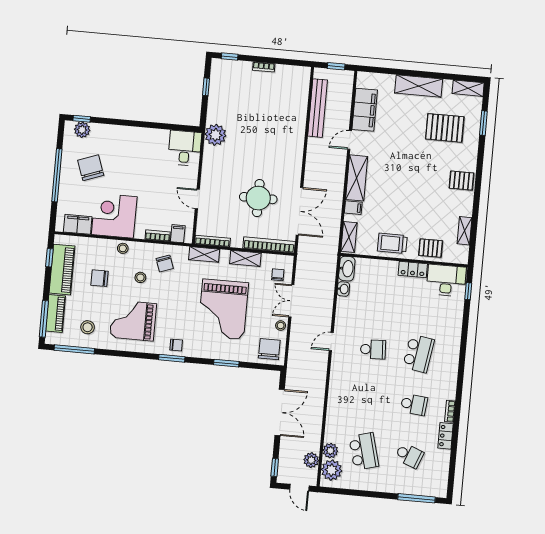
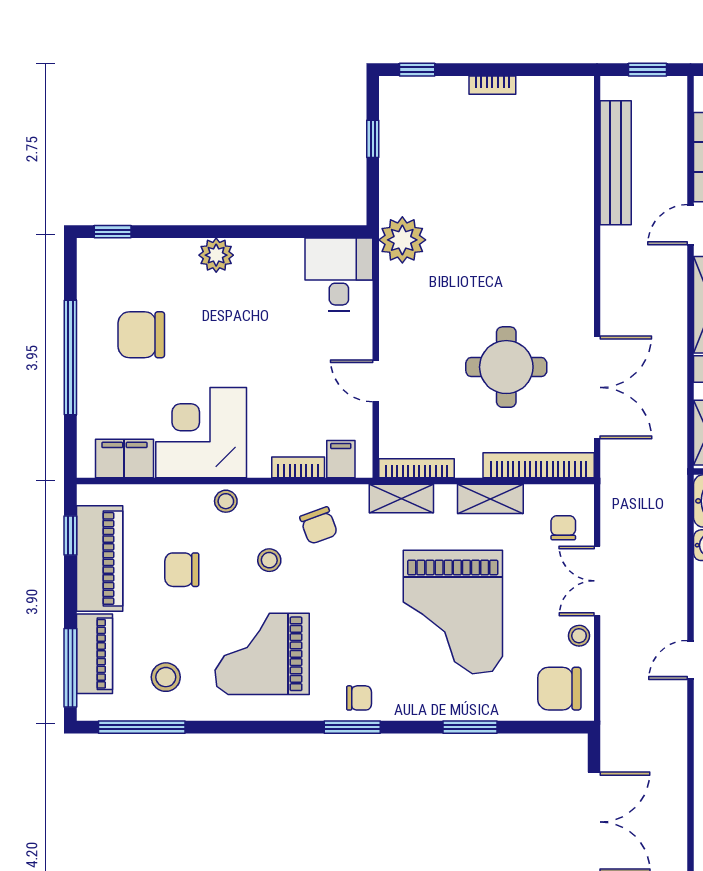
plant: (82, 130) -> (216, 255), moved
chair: (91, 168) -> (141, 335), turned -70
chair: (269, 349) -> (559, 689), turned -90

